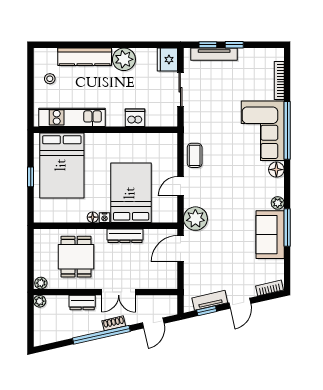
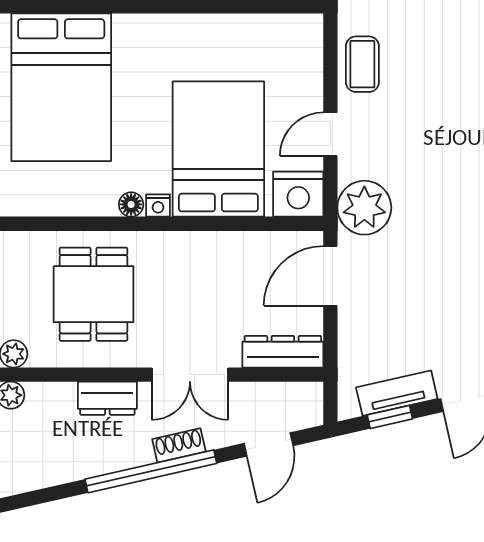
nightstand: (166, 213) -> (298, 194), added
dresser: (125, 236) -> (283, 352), moved, turned 180

